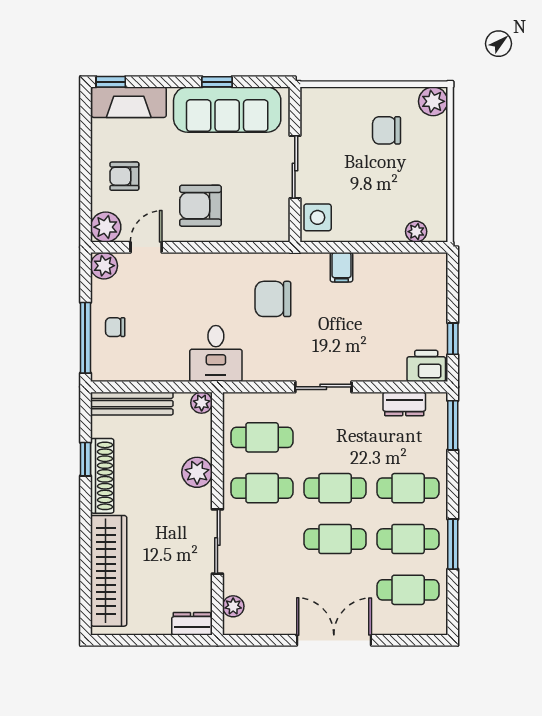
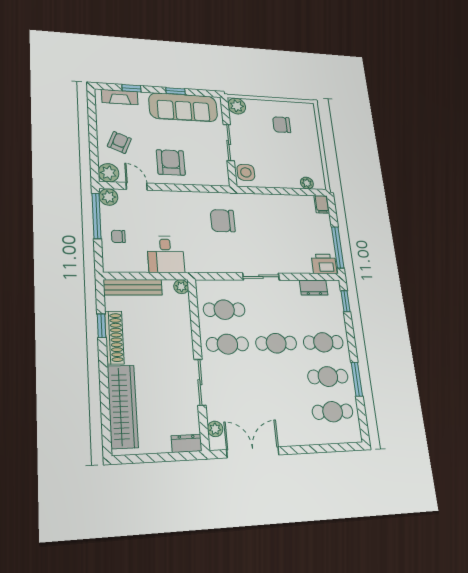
window: (111, 82) -> (131, 88), moved
plant: (433, 101) -> (237, 106), moved
fireplace: (129, 102) -> (120, 97), width x0.73, depth x0.76
armchair: (124, 176) -> (119, 142), turned 113
armchair: (200, 206) -> (171, 162), turned 90
door: (146, 247) -> (137, 186), hinge flipped
filing cabinet: (341, 267) -> (322, 204), moved
window: (85, 338) -> (97, 216), moved
window: (453, 339) -> (338, 247), width x2.17
desk: (216, 354) -> (166, 254), moved
window: (453, 425) -> (346, 301), width x0.67
plant: (197, 472) -> (182, 334), removed
cafe table: (335, 539) -> (280, 378), removed
double door: (334, 640) -> (253, 452), moved

